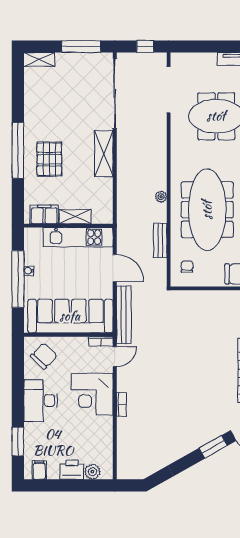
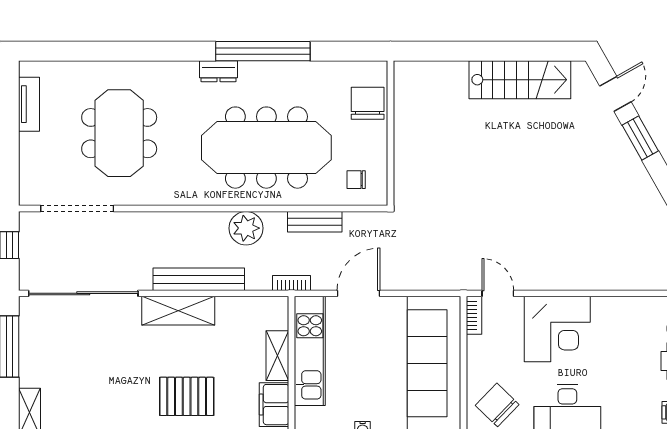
plant: (161, 197) -> (246, 228), width x1.88, depth x1.88
bench: (124, 315) -> (199, 279), moved
bookcase: (121, 404) -> (291, 283), moved

